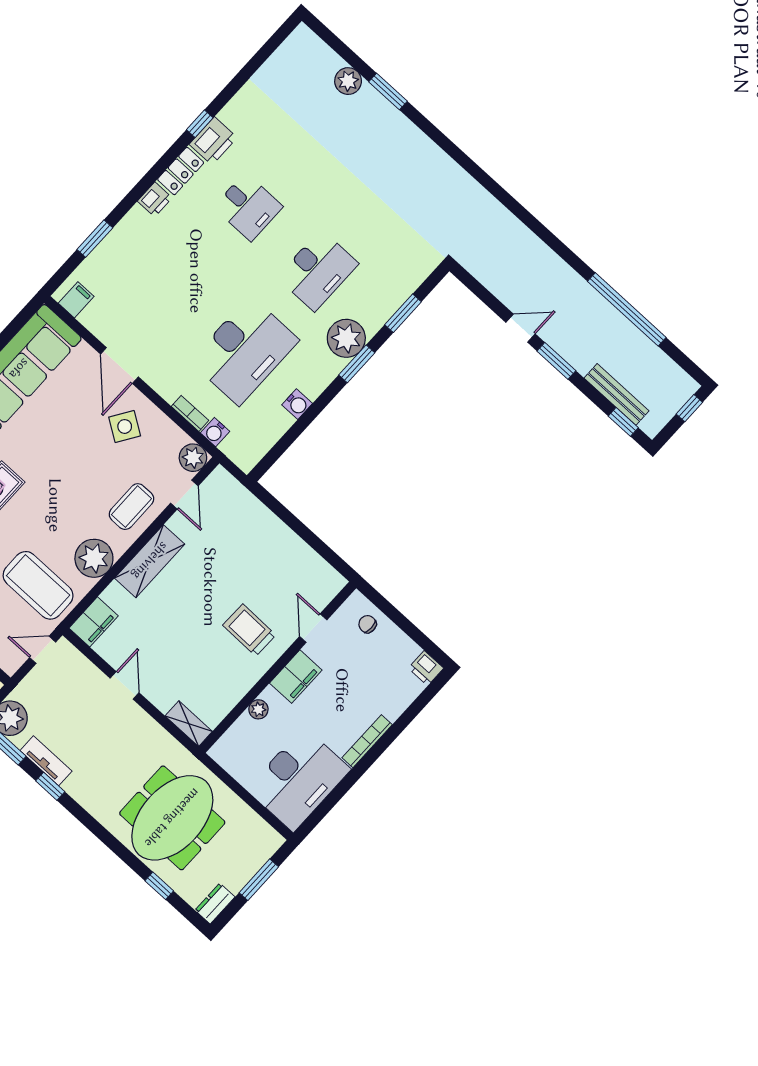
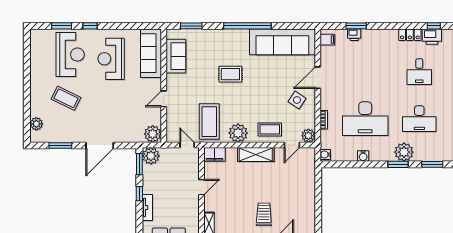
printer: (155, 199) -> (354, 35), moved
water cooler: (215, 432) -> (325, 155), moved
tv unit: (46, 761) -> (147, 207), moved

